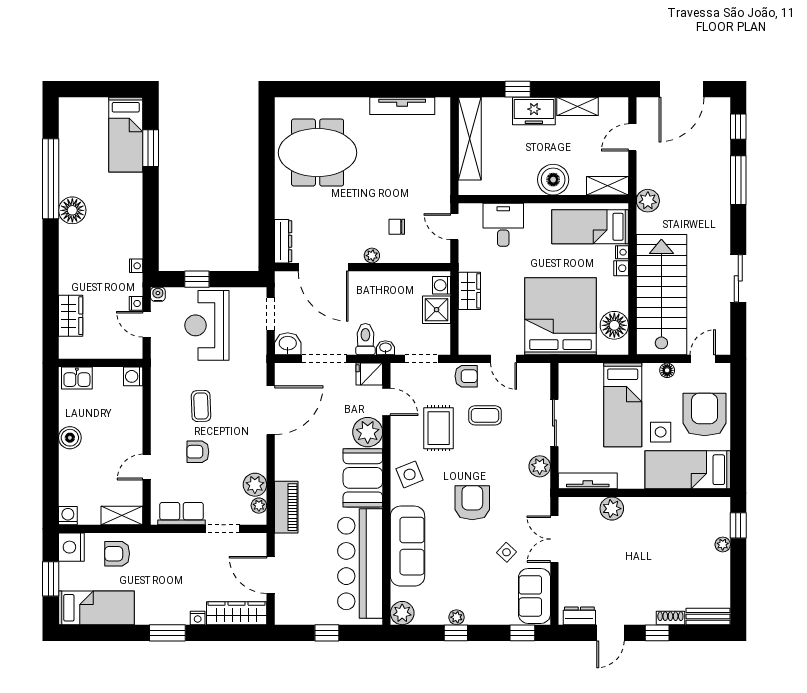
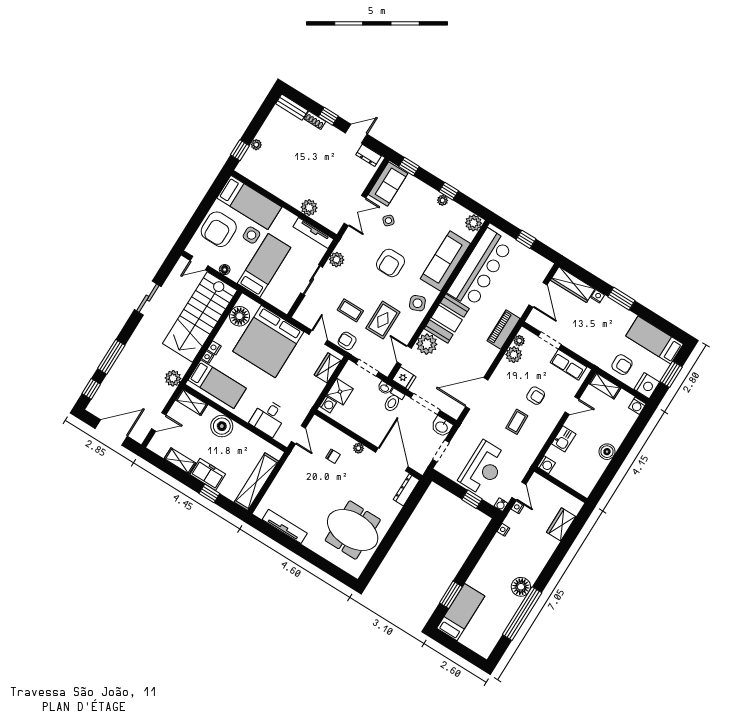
wardrobe: (469, 291) -> (328, 368), moved
kitchen sink: (77, 378) -> (564, 439), moved, turned 90

